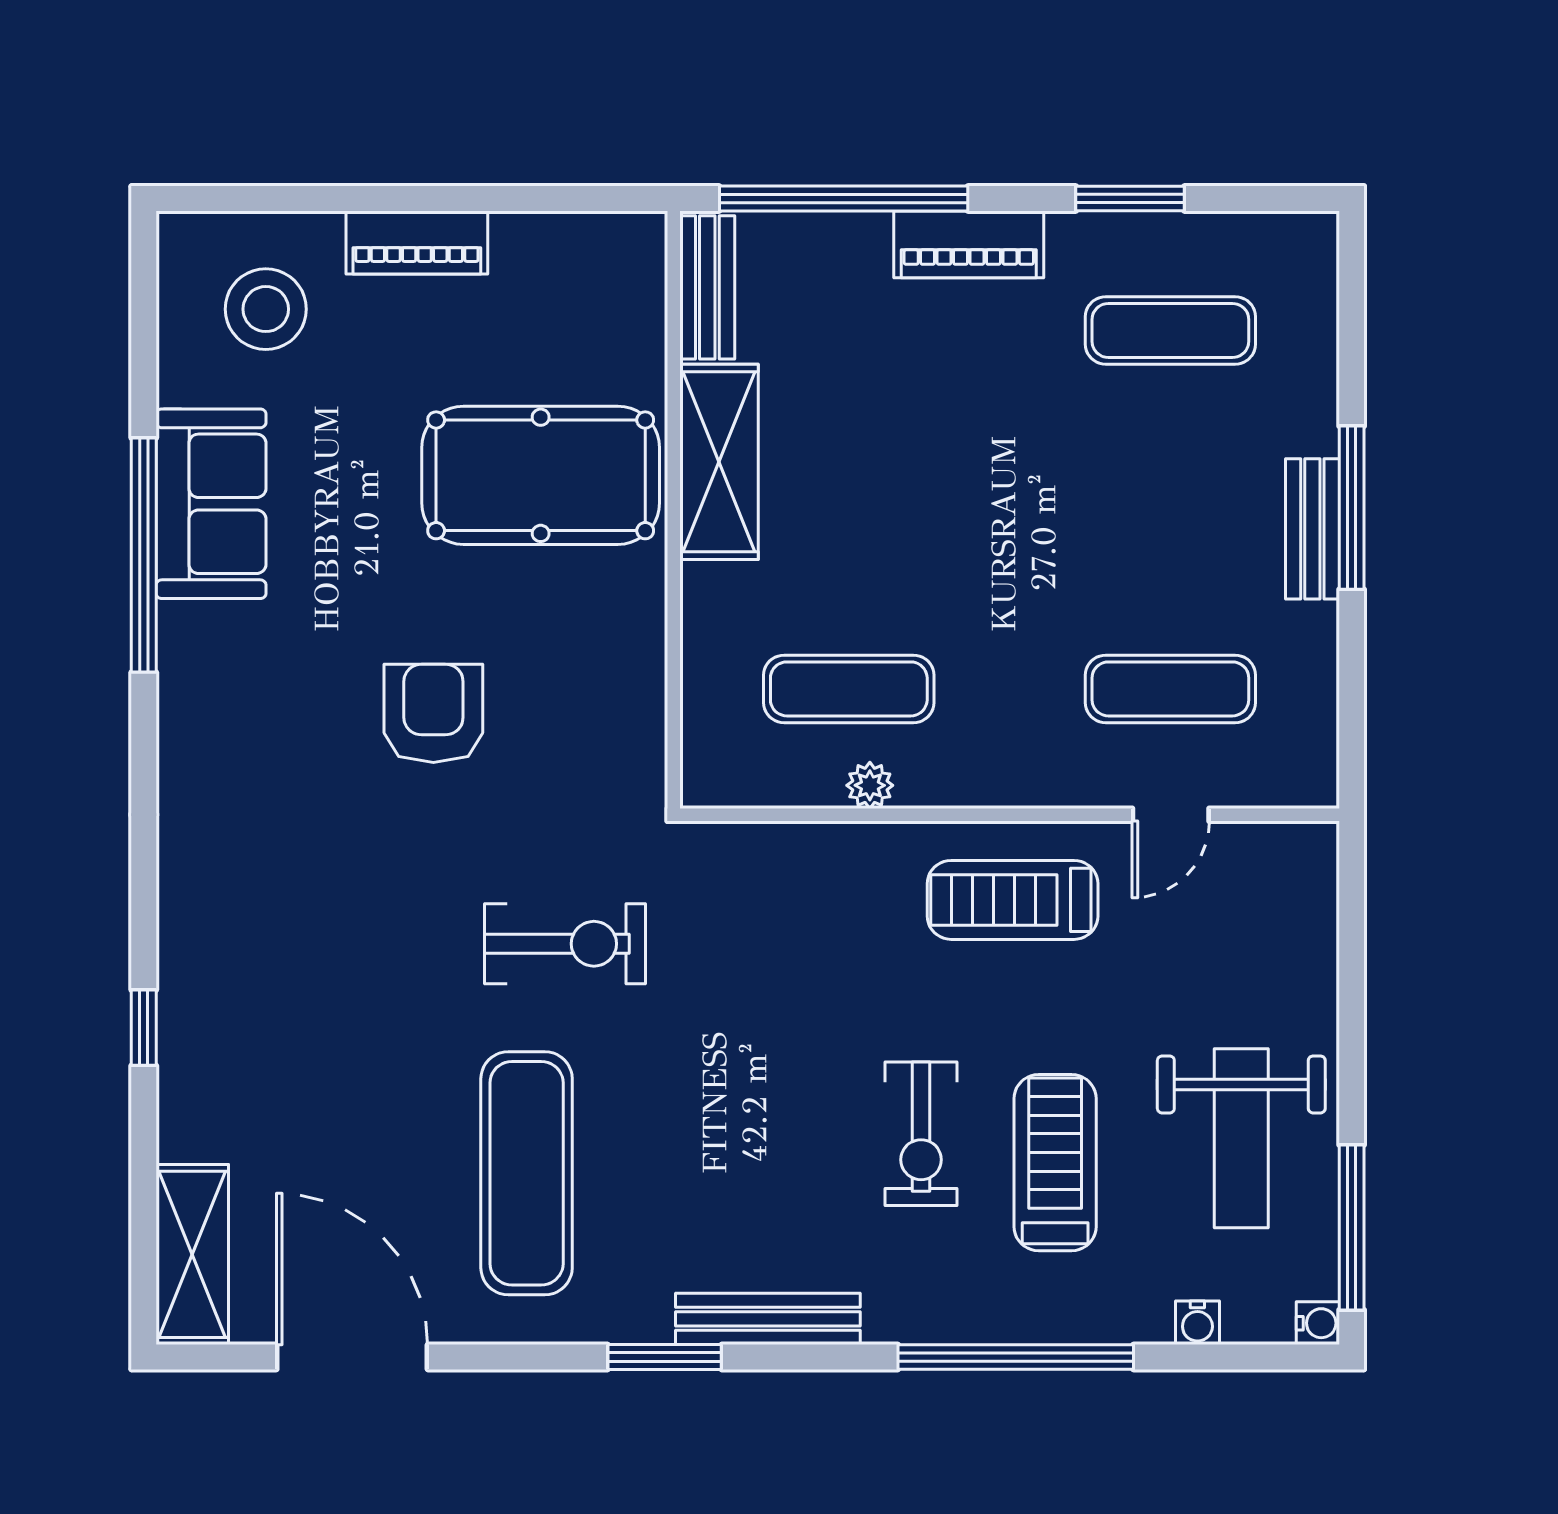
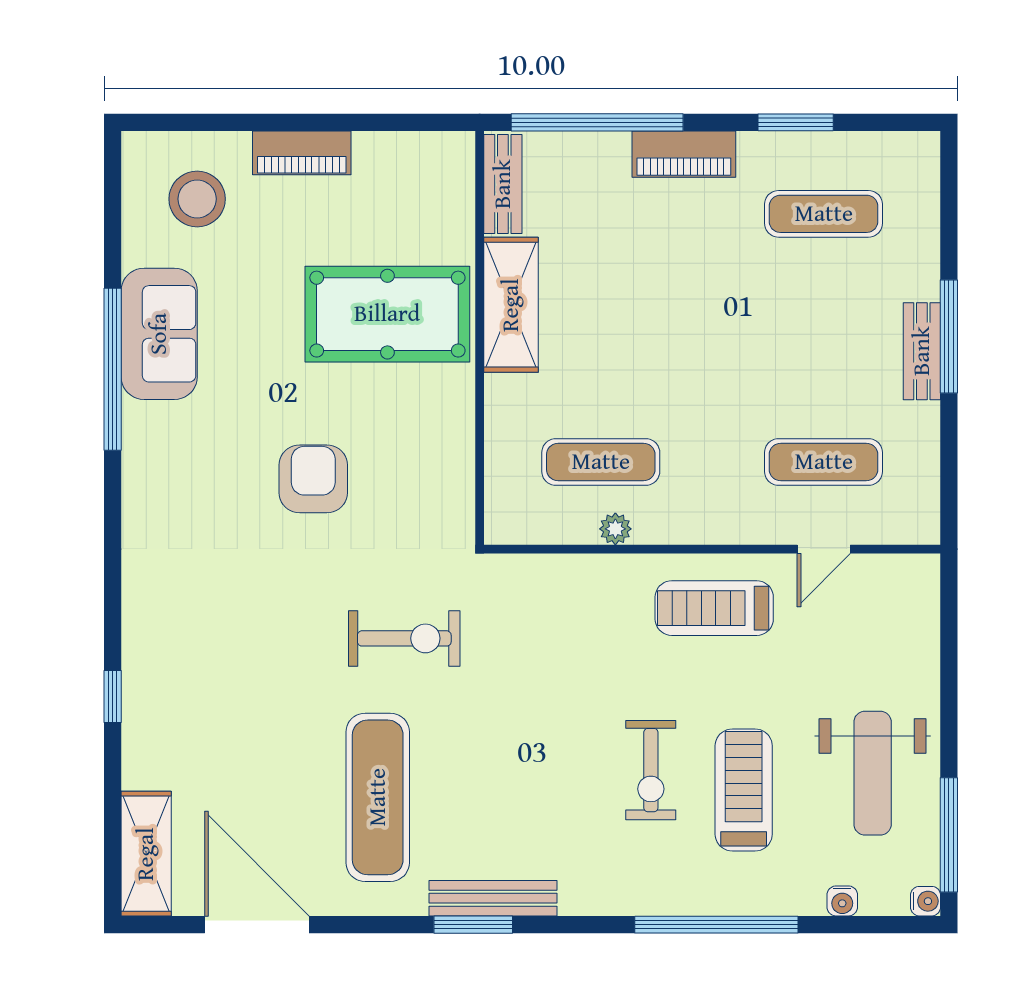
bench: (768, 1319) -> (493, 898), moved

